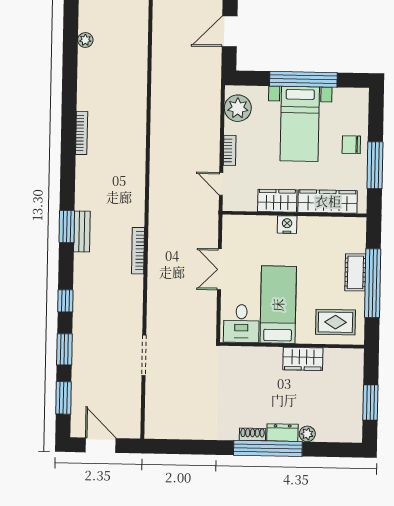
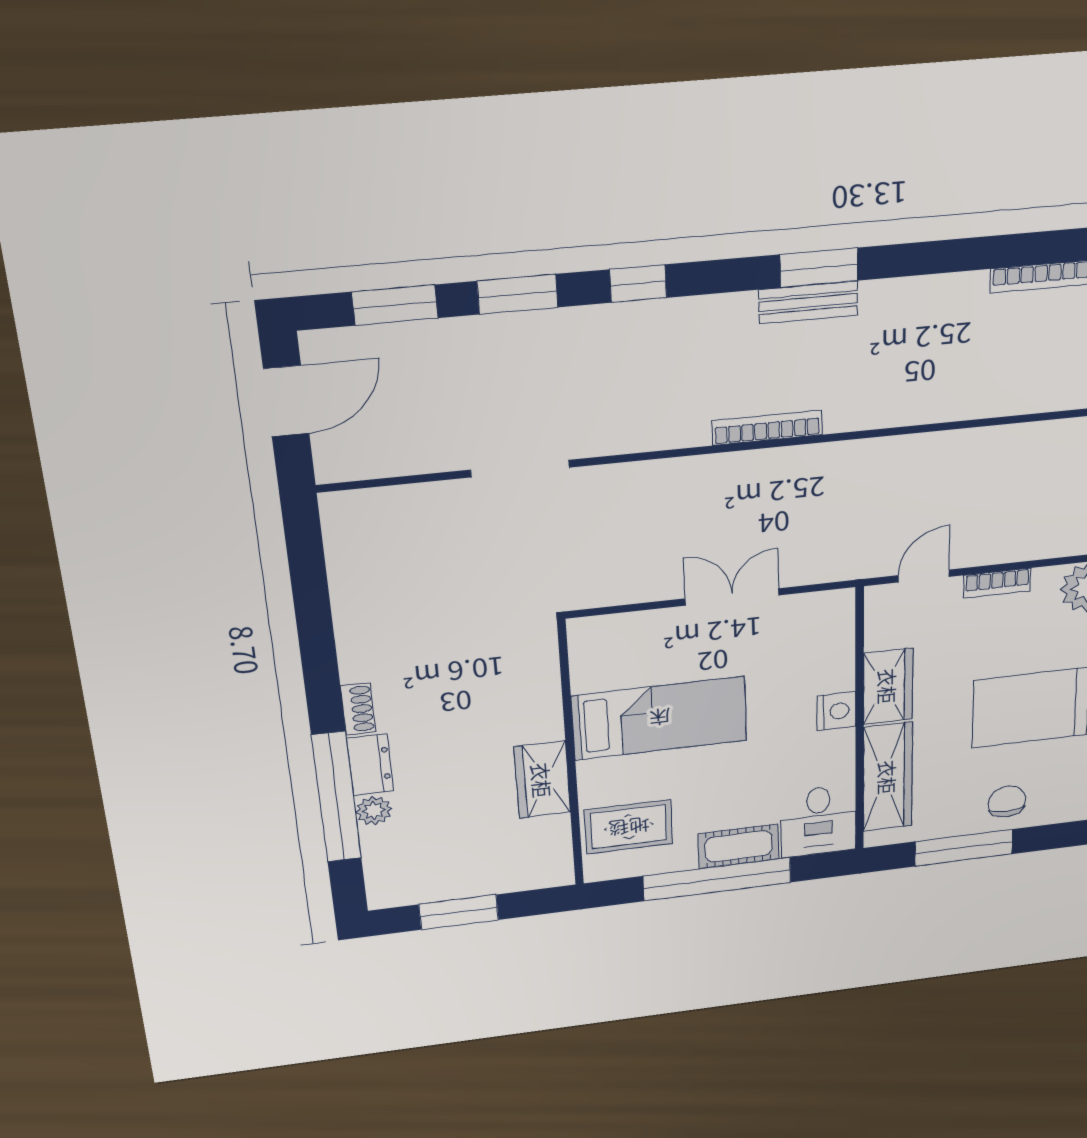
rug: (335, 322) -> (629, 827), turned 90
desk: (241, 324) -> (818, 821), moved, turned -90
window: (268, 448) -> (337, 797), moved

